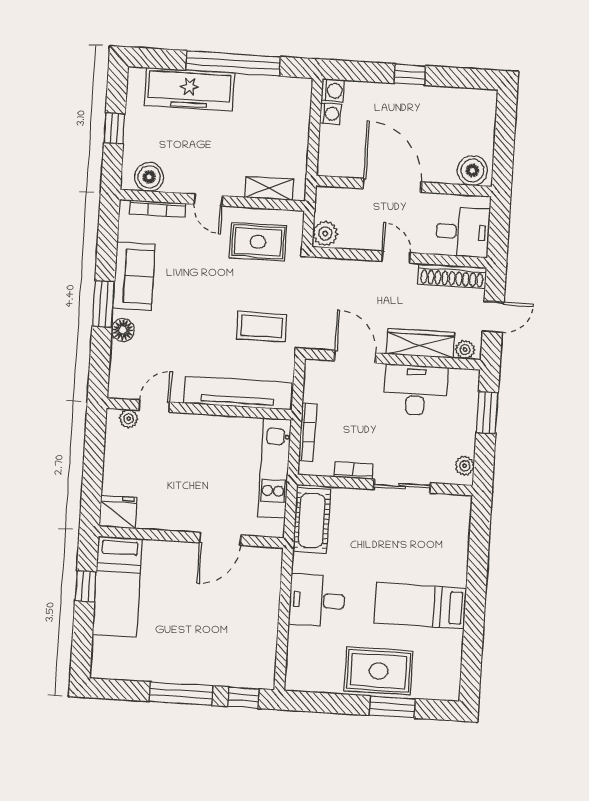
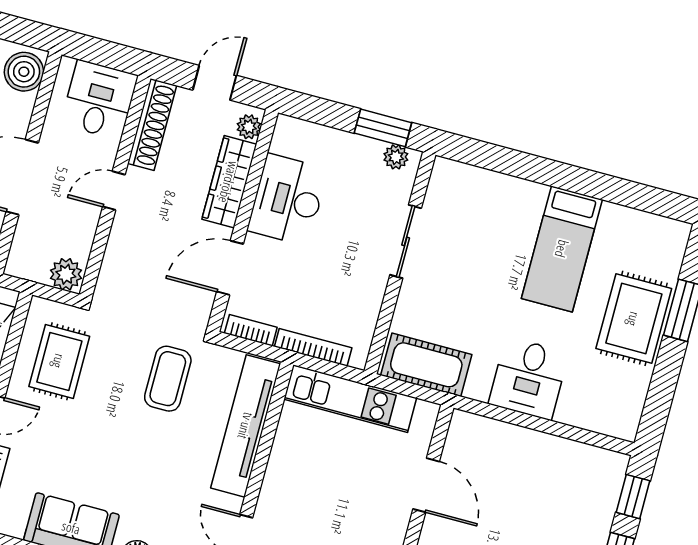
door: (493, 317) -> (215, 83), hinge flipped
window: (487, 413) -> (383, 128), moved
bookcase: (353, 471) -> (251, 330), moved, turned 90

